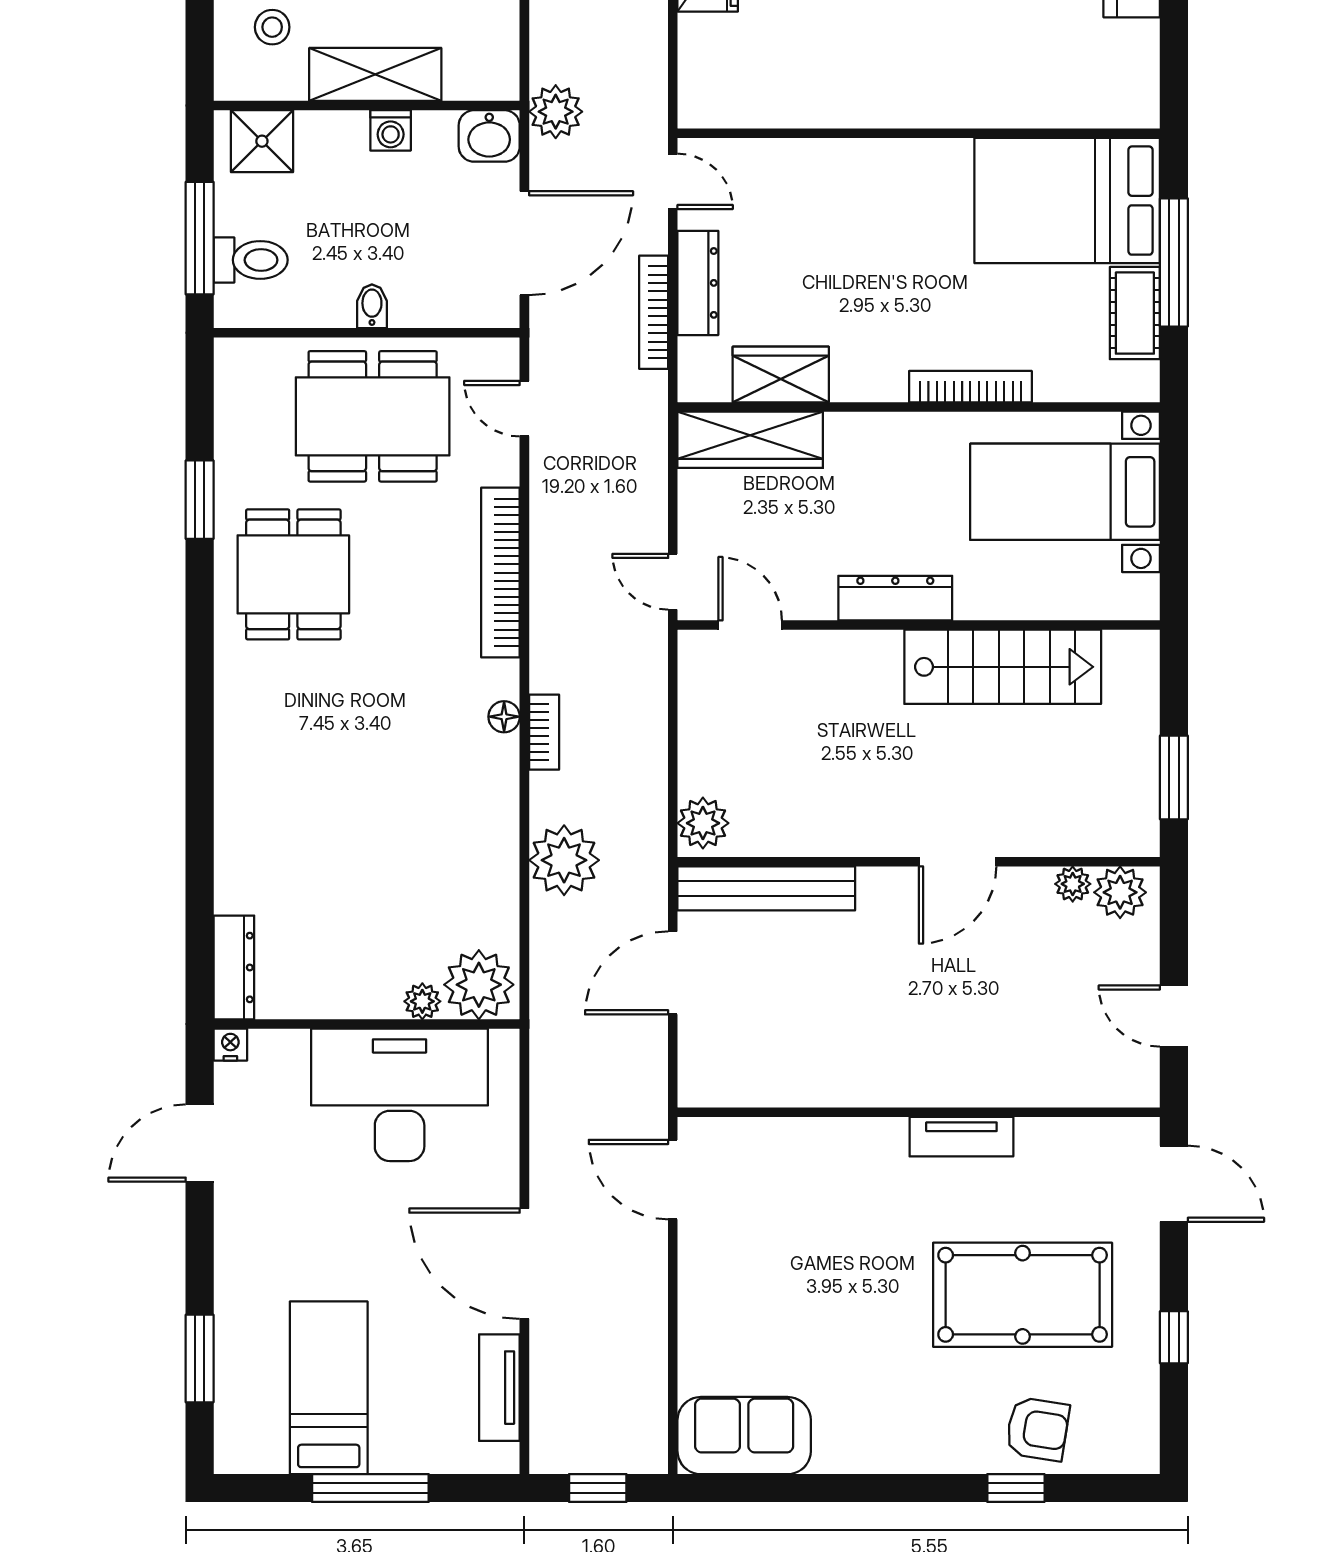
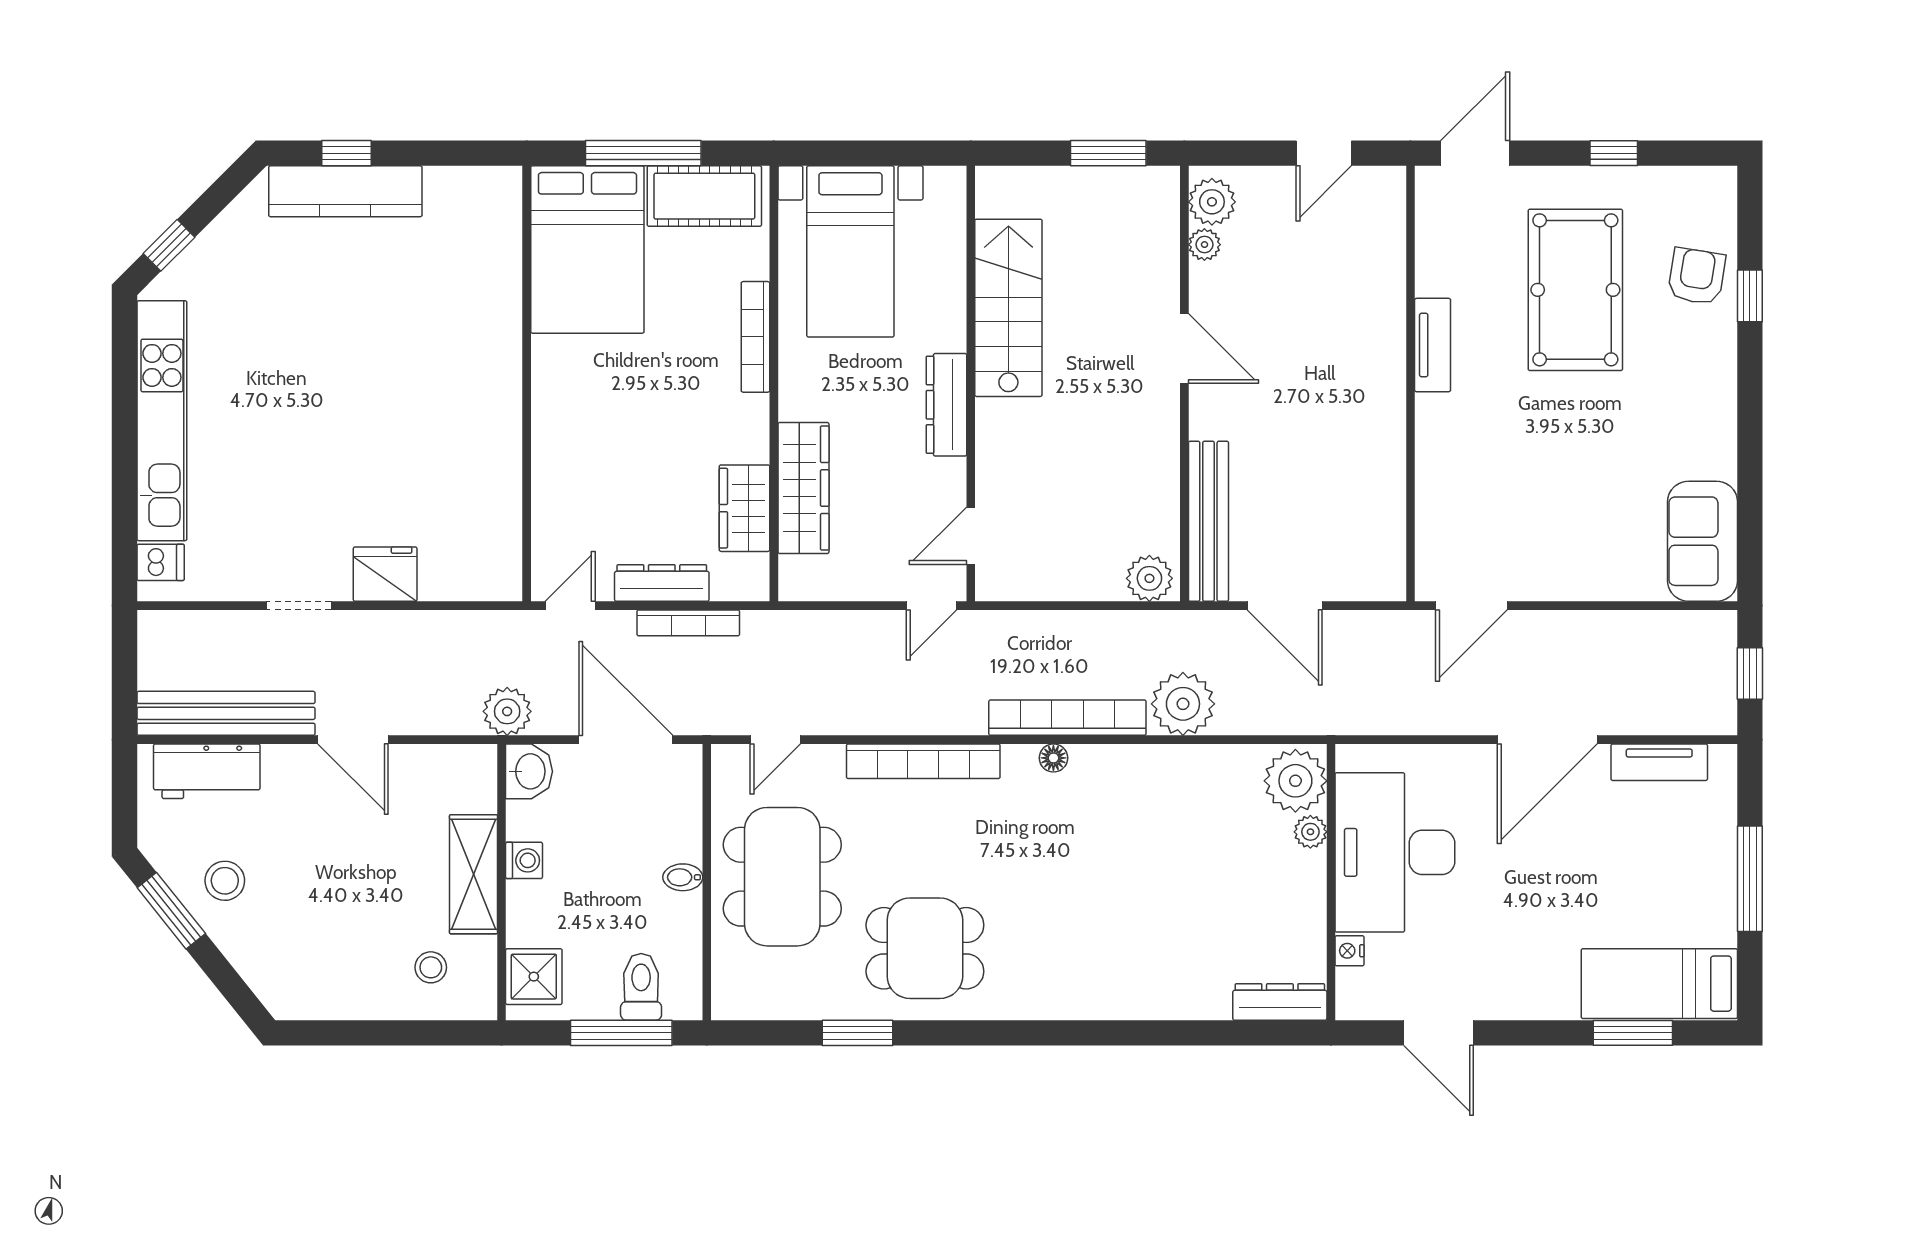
cot: (1135, 313) -> (704, 196), width x1.37, depth x1.34
wardrobe: (750, 440) -> (803, 488), moved
bookcase: (544, 732) -> (1067, 718), width x2.31, depth x1.31
nightstand: (230, 1045) -> (1349, 951), moved
bed: (329, 1388) -> (1659, 984), moved

